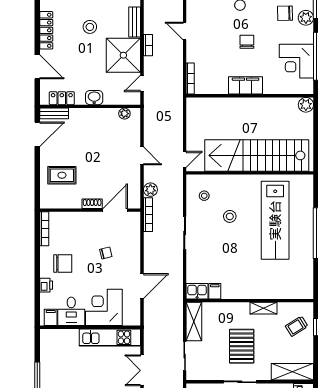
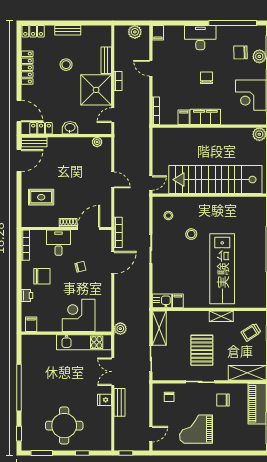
door: (37, 67) -> (19, 111), moved
filing cabinet: (221, 86) -> (184, 117), added
plant: (150, 190) -> (120, 329), moved
lab bench: (275, 220) -> (222, 269), moved
door: (142, 286) -> (113, 263), moved
desk: (71, 311) -> (59, 243), moved, turned 180

